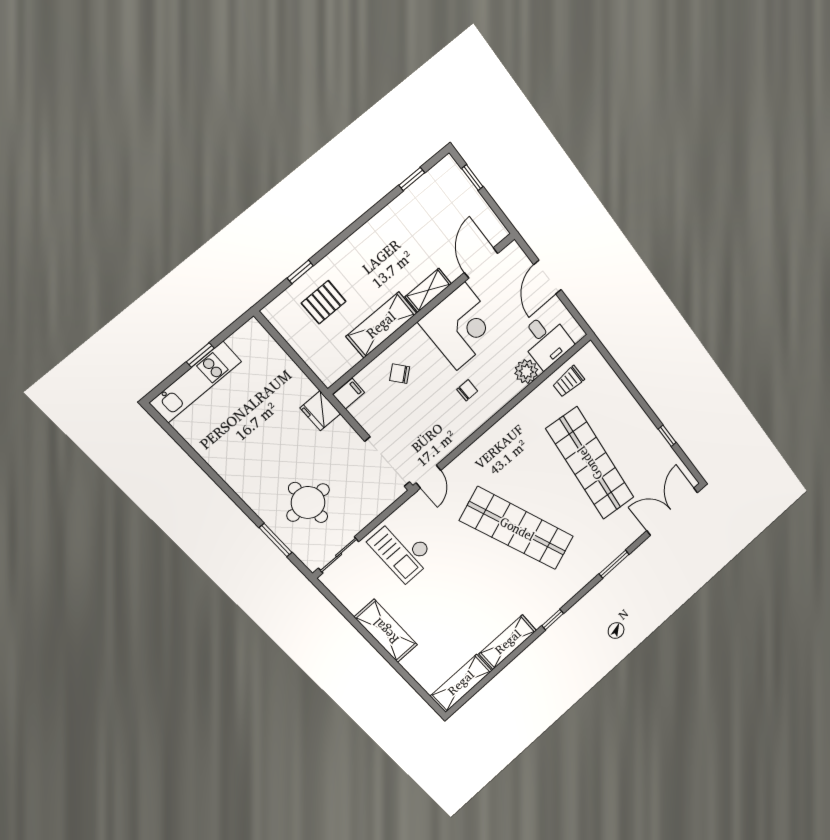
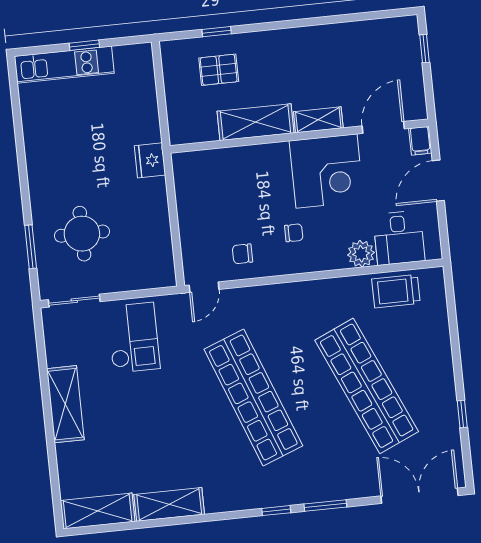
window: (412, 179) -> (368, 16), removed
chair: (400, 374) -> (243, 254), moved, turned -50
trolley: (568, 381) -> (396, 291), width x1.36, depth x1.39
filing cabinet: (349, 394) -> (420, 141), moved, turned 90
doorway: (387, 462) -> (177, 247), removed
shop shelf: (590, 463) -> (367, 386), turned -30
checkout: (402, 549) -> (133, 338), turned 180
window: (553, 620) -> (276, 511), moved

